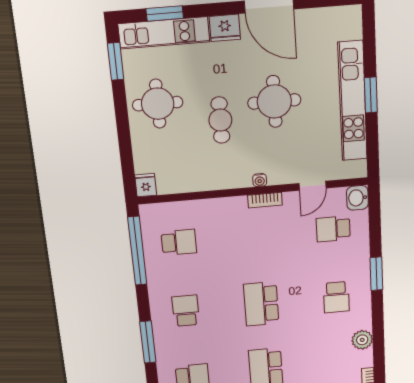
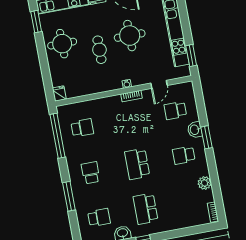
window: (371, 95) -> (191, 55), moved
washbasin: (357, 198) -> (195, 130), moved
school desk: (336, 297) -> (184, 155), turned 90

